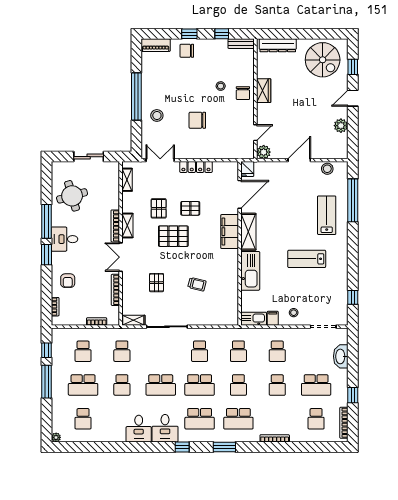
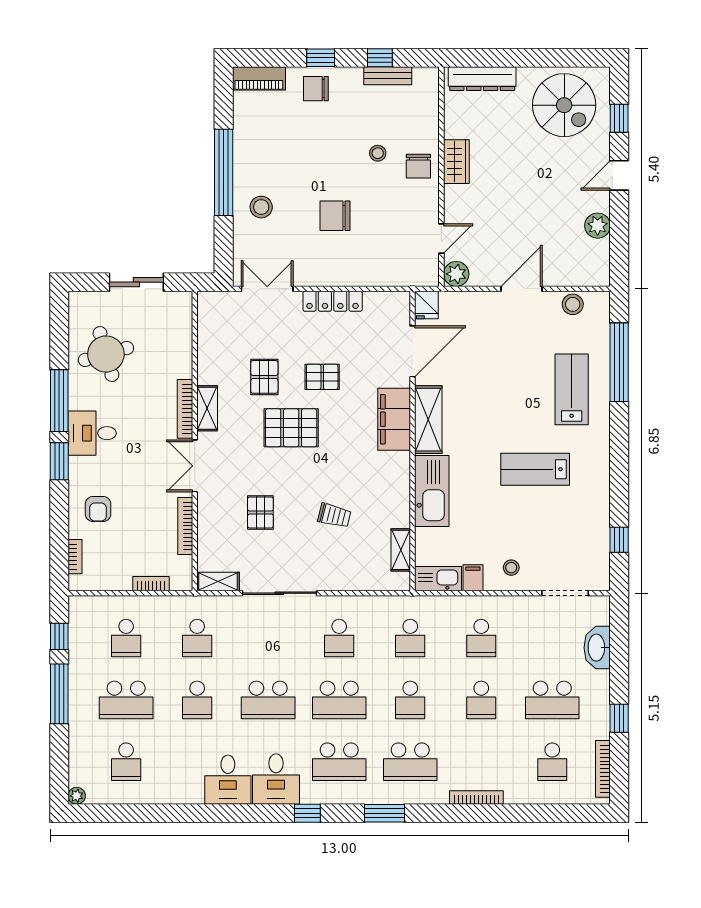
bench: (241, 44) -> (388, 76), moved
shelving: (127, 180) -> (401, 550), moved

